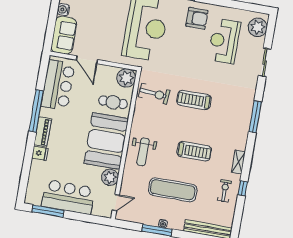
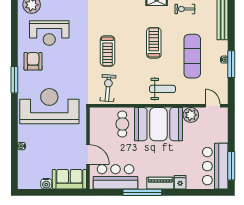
door: (87, 60) -> (88, 154), hinge flipped
plant: (126, 78) -> (98, 116), removed
bar counter: (68, 197) -> (215, 166), moved

